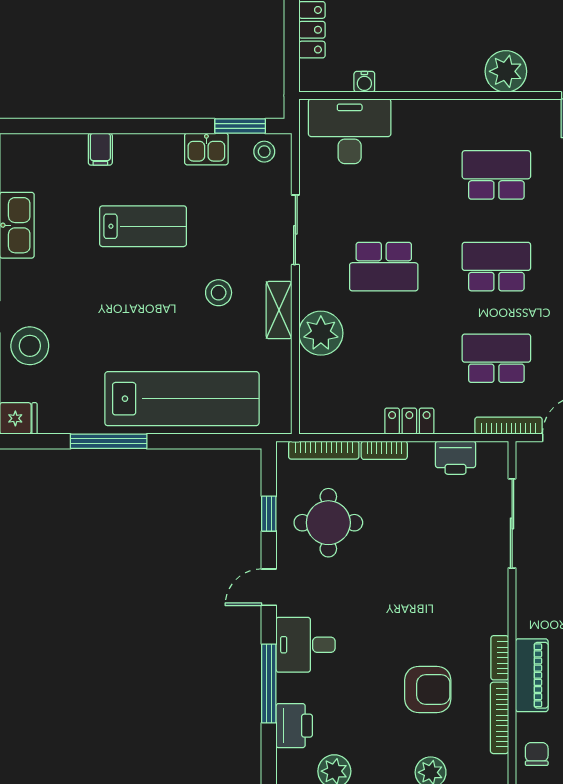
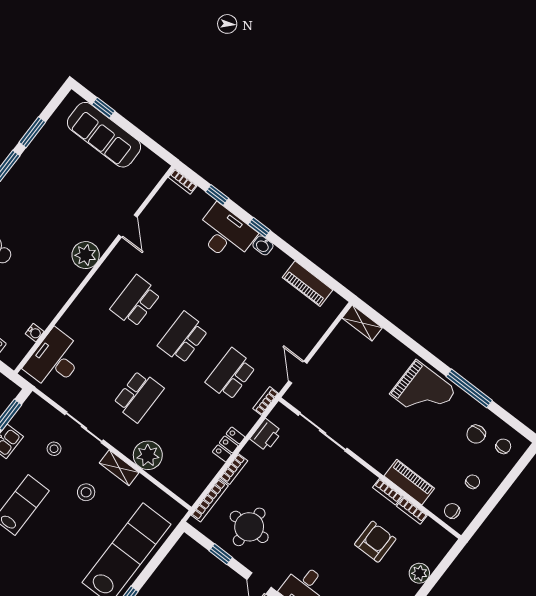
stool: (264, 152) -> (54, 449), moved
bookcase: (509, 426) -> (266, 401), width x0.64
bookcase: (499, 718) -> (412, 511), width x0.64

